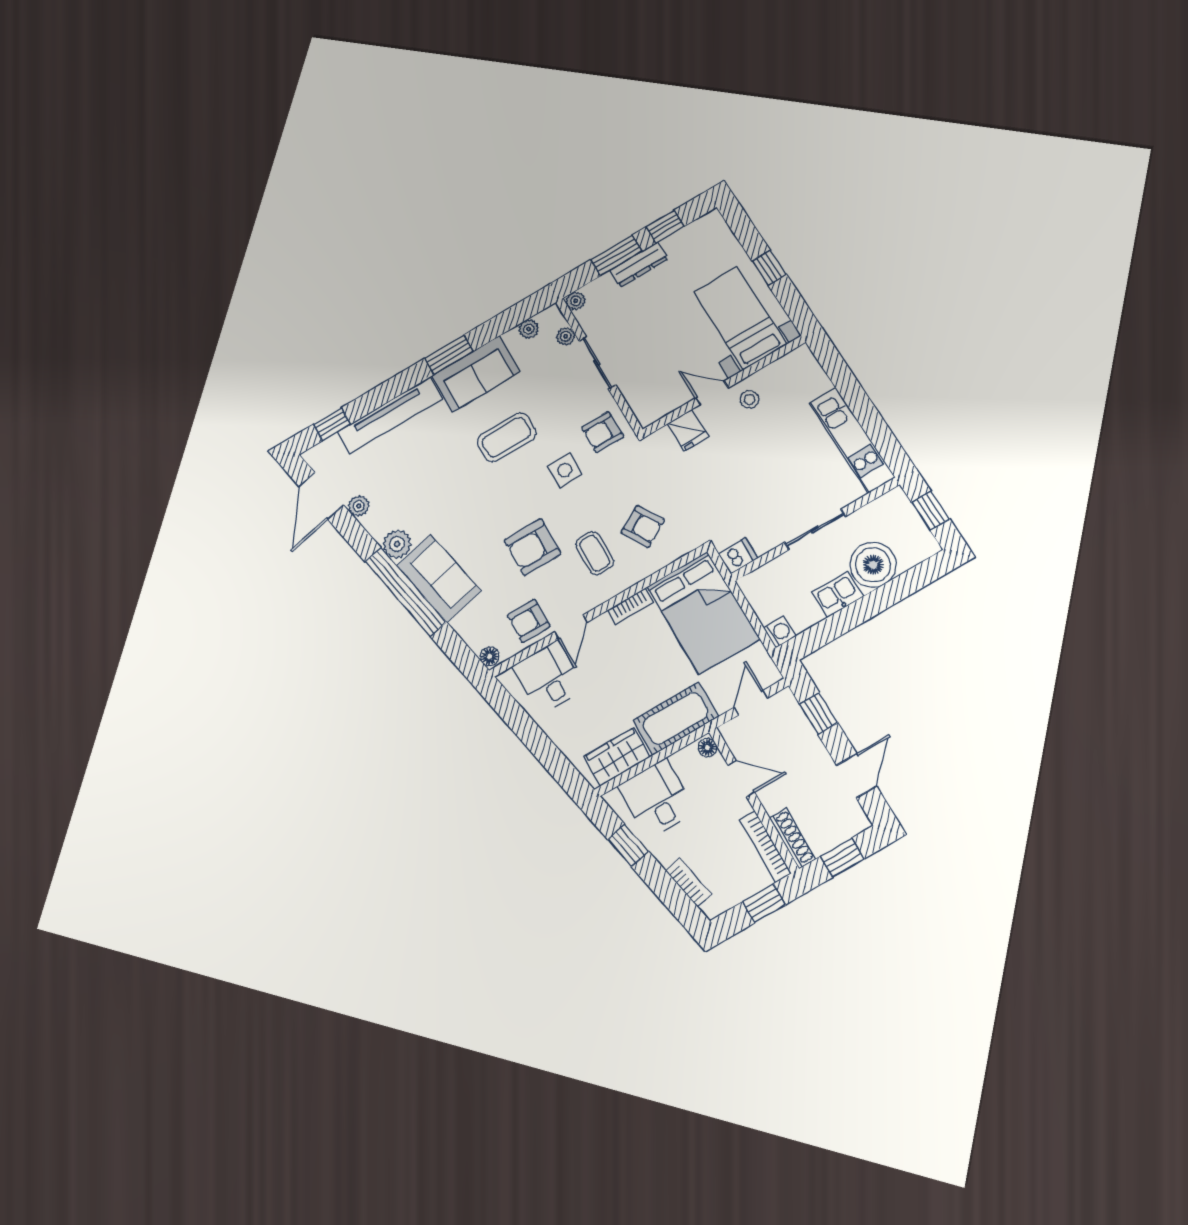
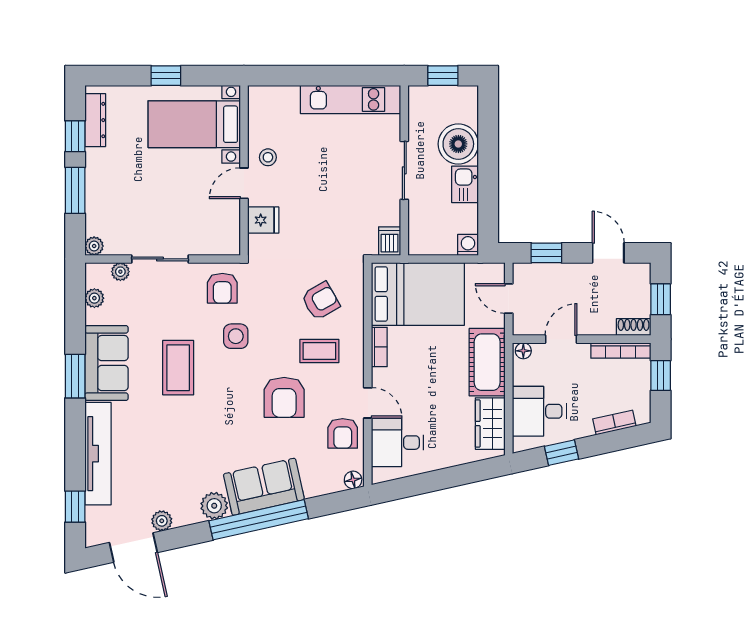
dresser: (639, 265) -> (95, 120), moved
shoe rack: (792, 838) -> (634, 327), width x0.70

